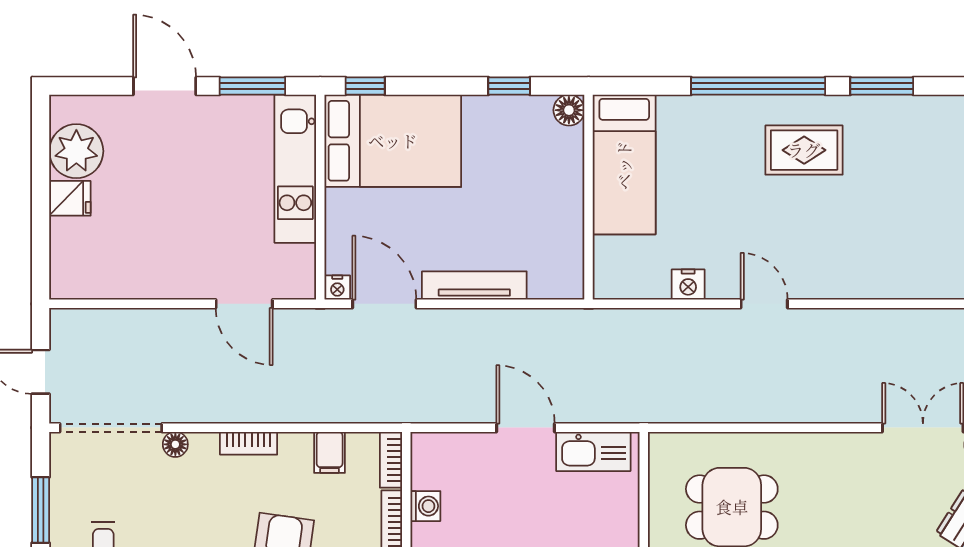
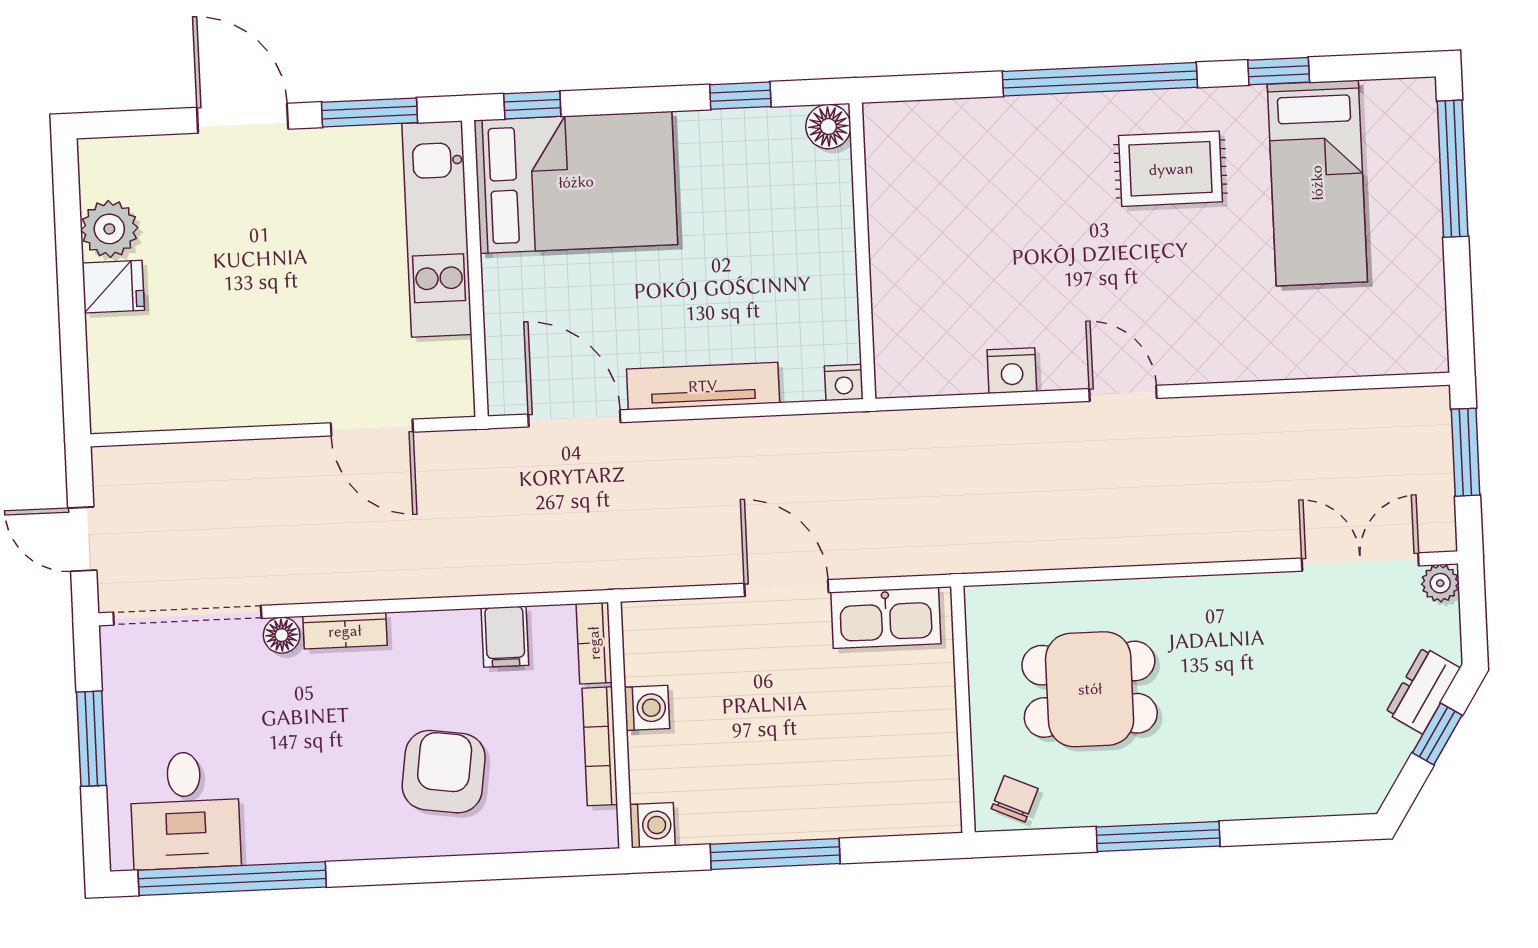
window: (882, 86) -> (1279, 71), width x0.67
plant: (76, 151) -> (109, 229), width x0.73, depth x0.73
bed: (624, 165) -> (1317, 183), moved
nightstand: (337, 288) -> (844, 383), moved
bookcase: (249, 443) -> (345, 631), moved

